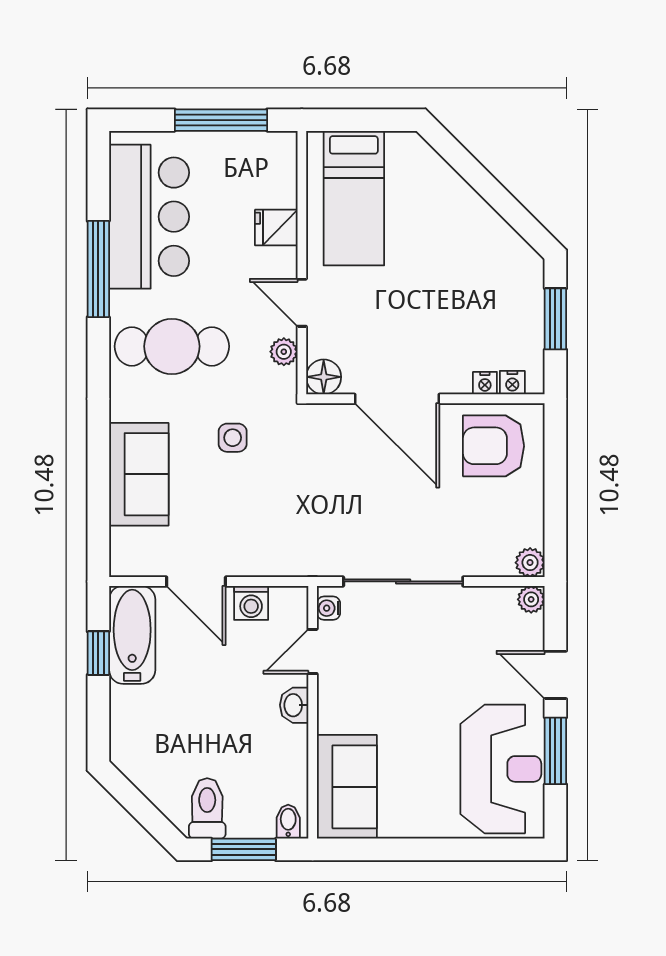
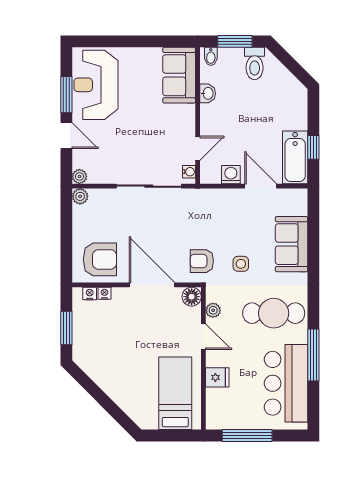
armchair: (305, 443) -> (202, 261), added
washbasin: (294, 705) -> (208, 93), moved

